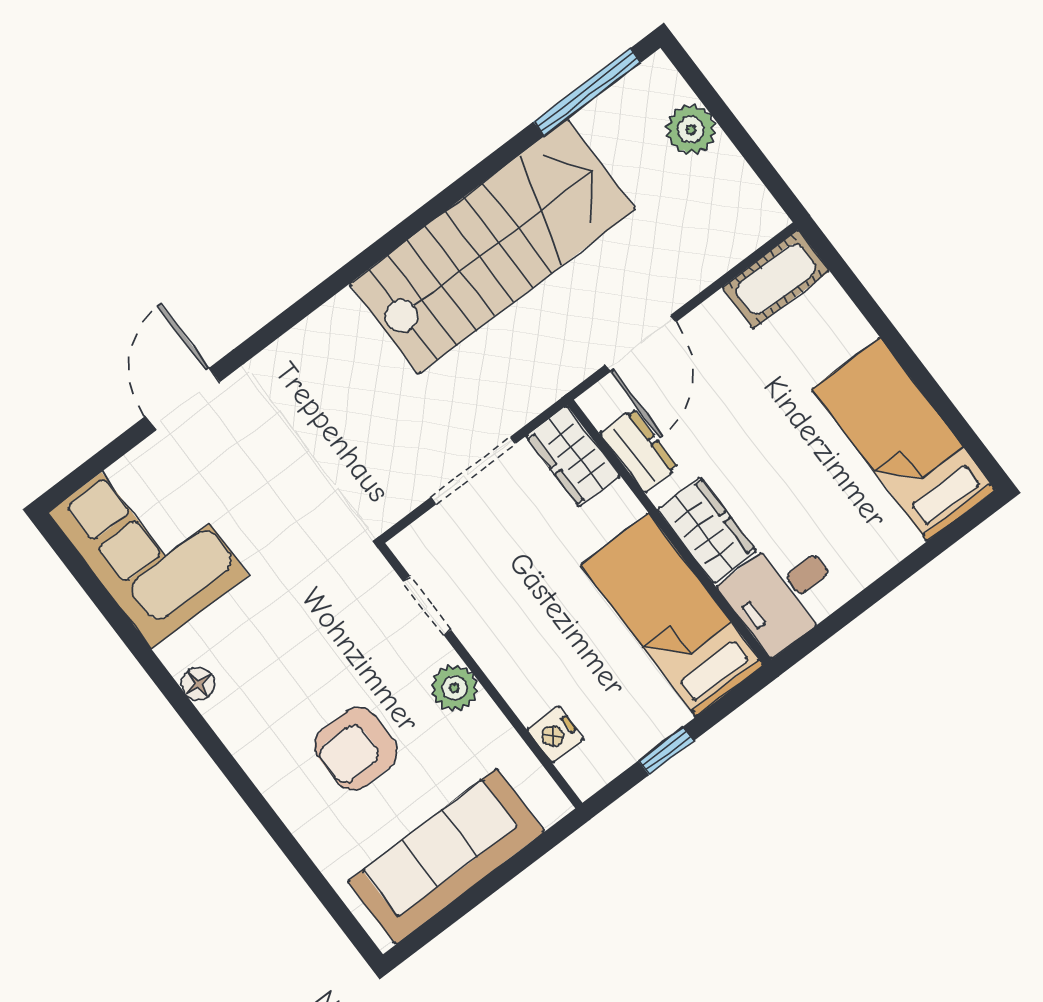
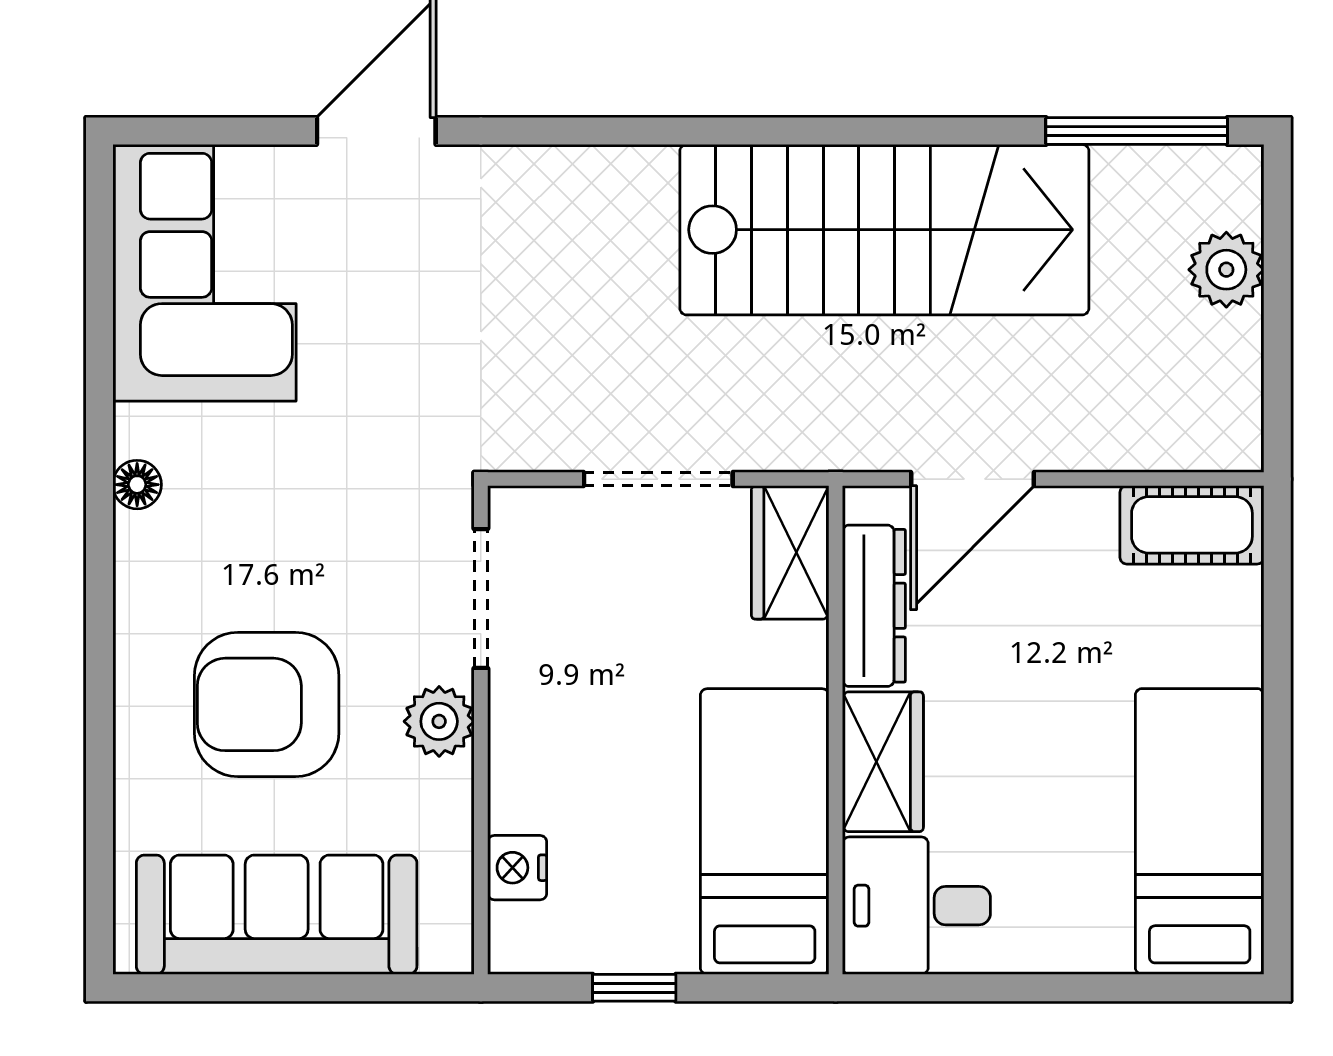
dresser: (639, 451) -> (874, 606), width x1.44
doorway: (427, 606) -> (481, 599), width x1.38
armchair: (356, 749) -> (267, 704), width x1.36, depth x1.36

